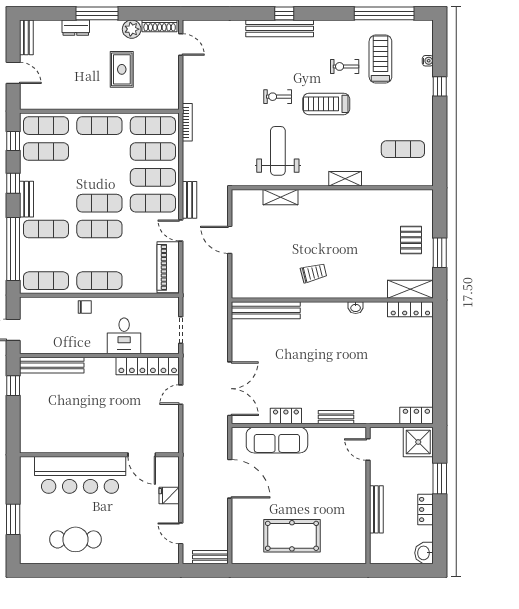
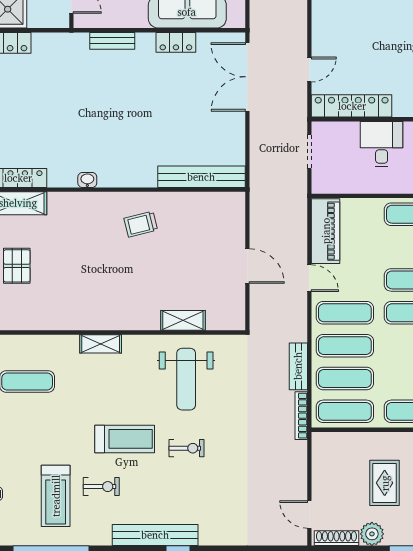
bench: (280, 28) -> (155, 535), moved
bench: (190, 200) -> (298, 366), moved

